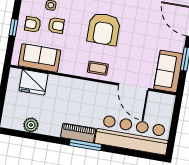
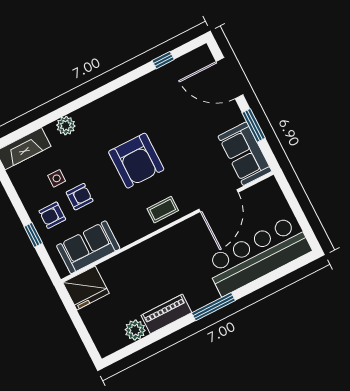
fridge: (33, 82) -> (86, 288), moved
door: (133, 87) -> (219, 201), hinge flipped
piano: (78, 133) -> (166, 314), moved

